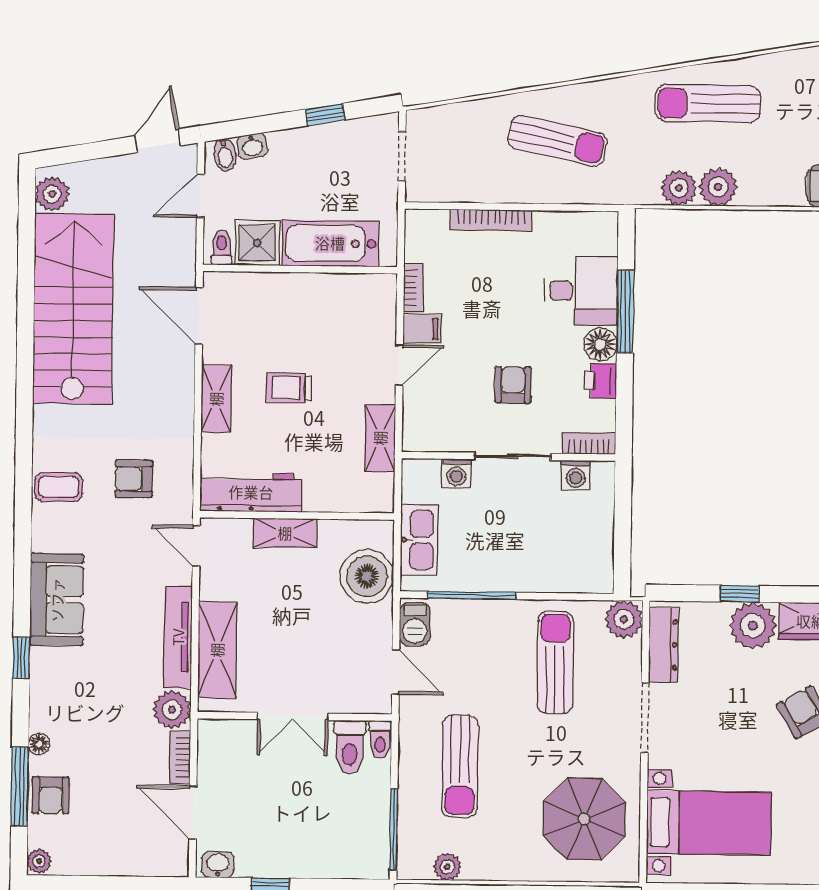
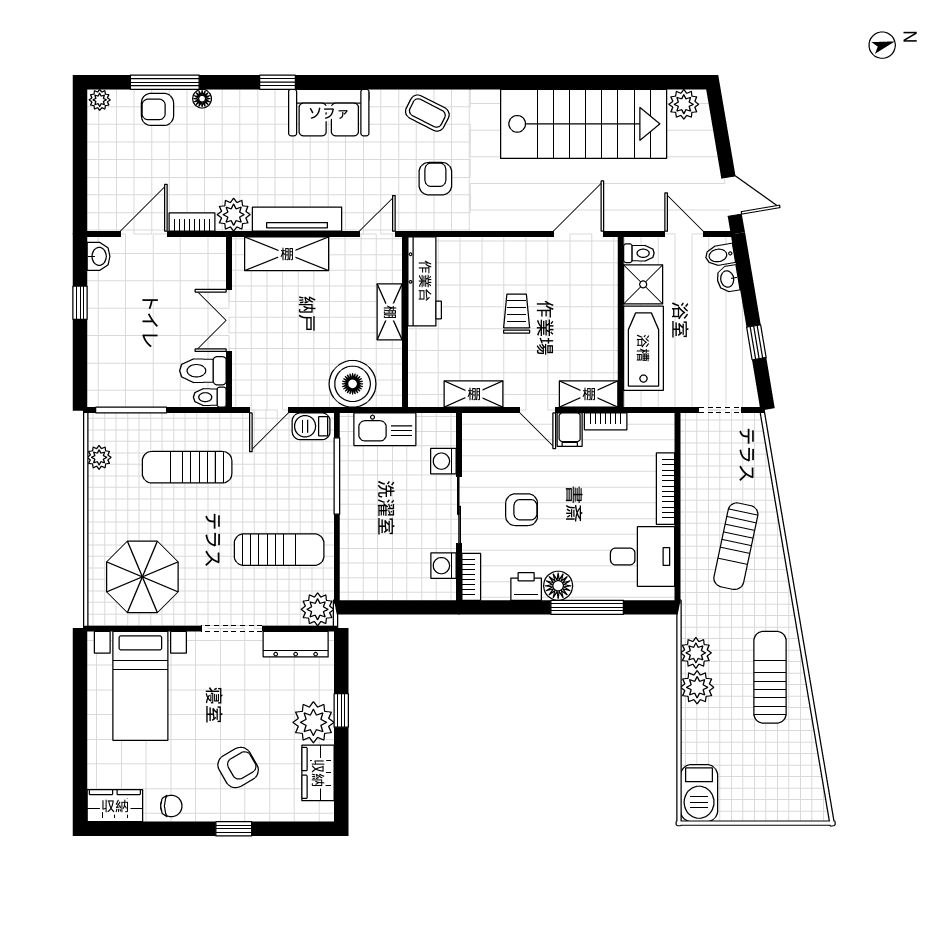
desk: (581, 291) -> (643, 557), moved, turned -90
shelving: (216, 399) -> (589, 394), moved
coffee table: (59, 487) -> (427, 113), turned -63

